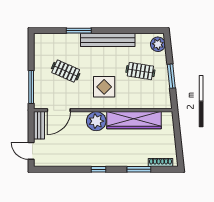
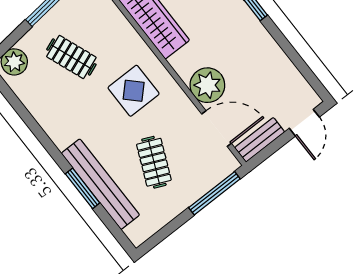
bench: (108, 40) -> (100, 184), moved
clothes rail: (140, 71) -> (71, 57), turned -30
plant: (96, 121) -> (207, 85), moved

